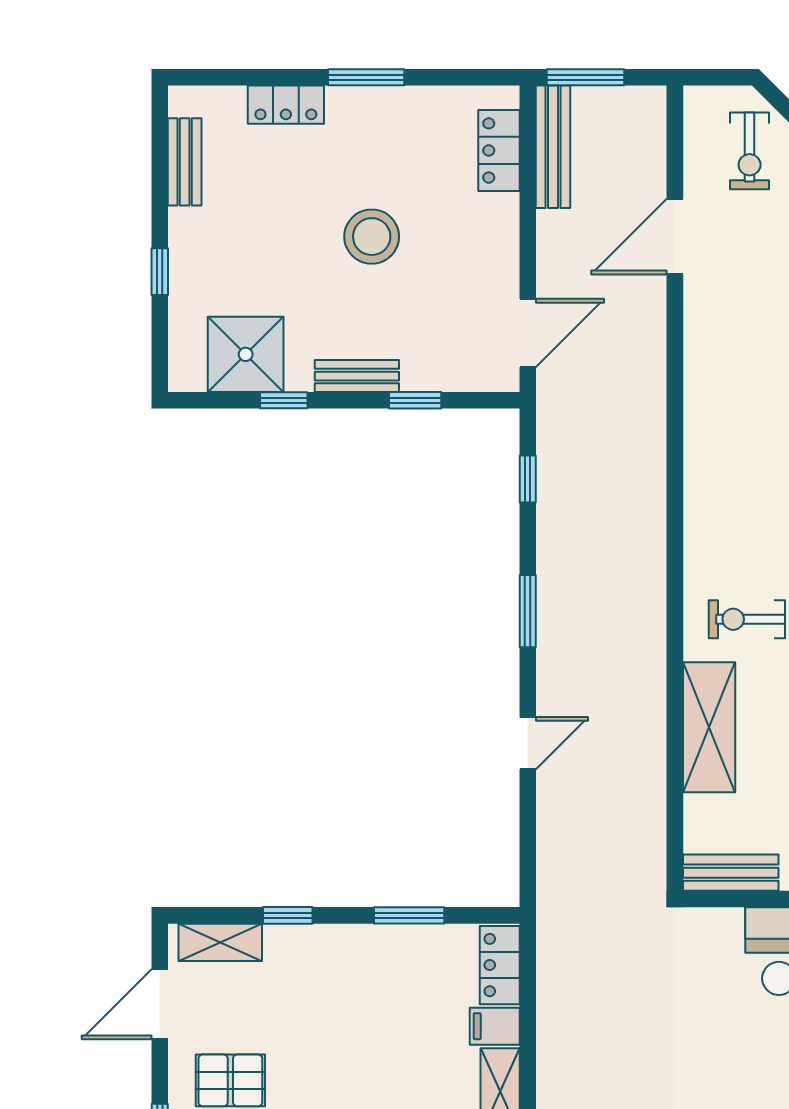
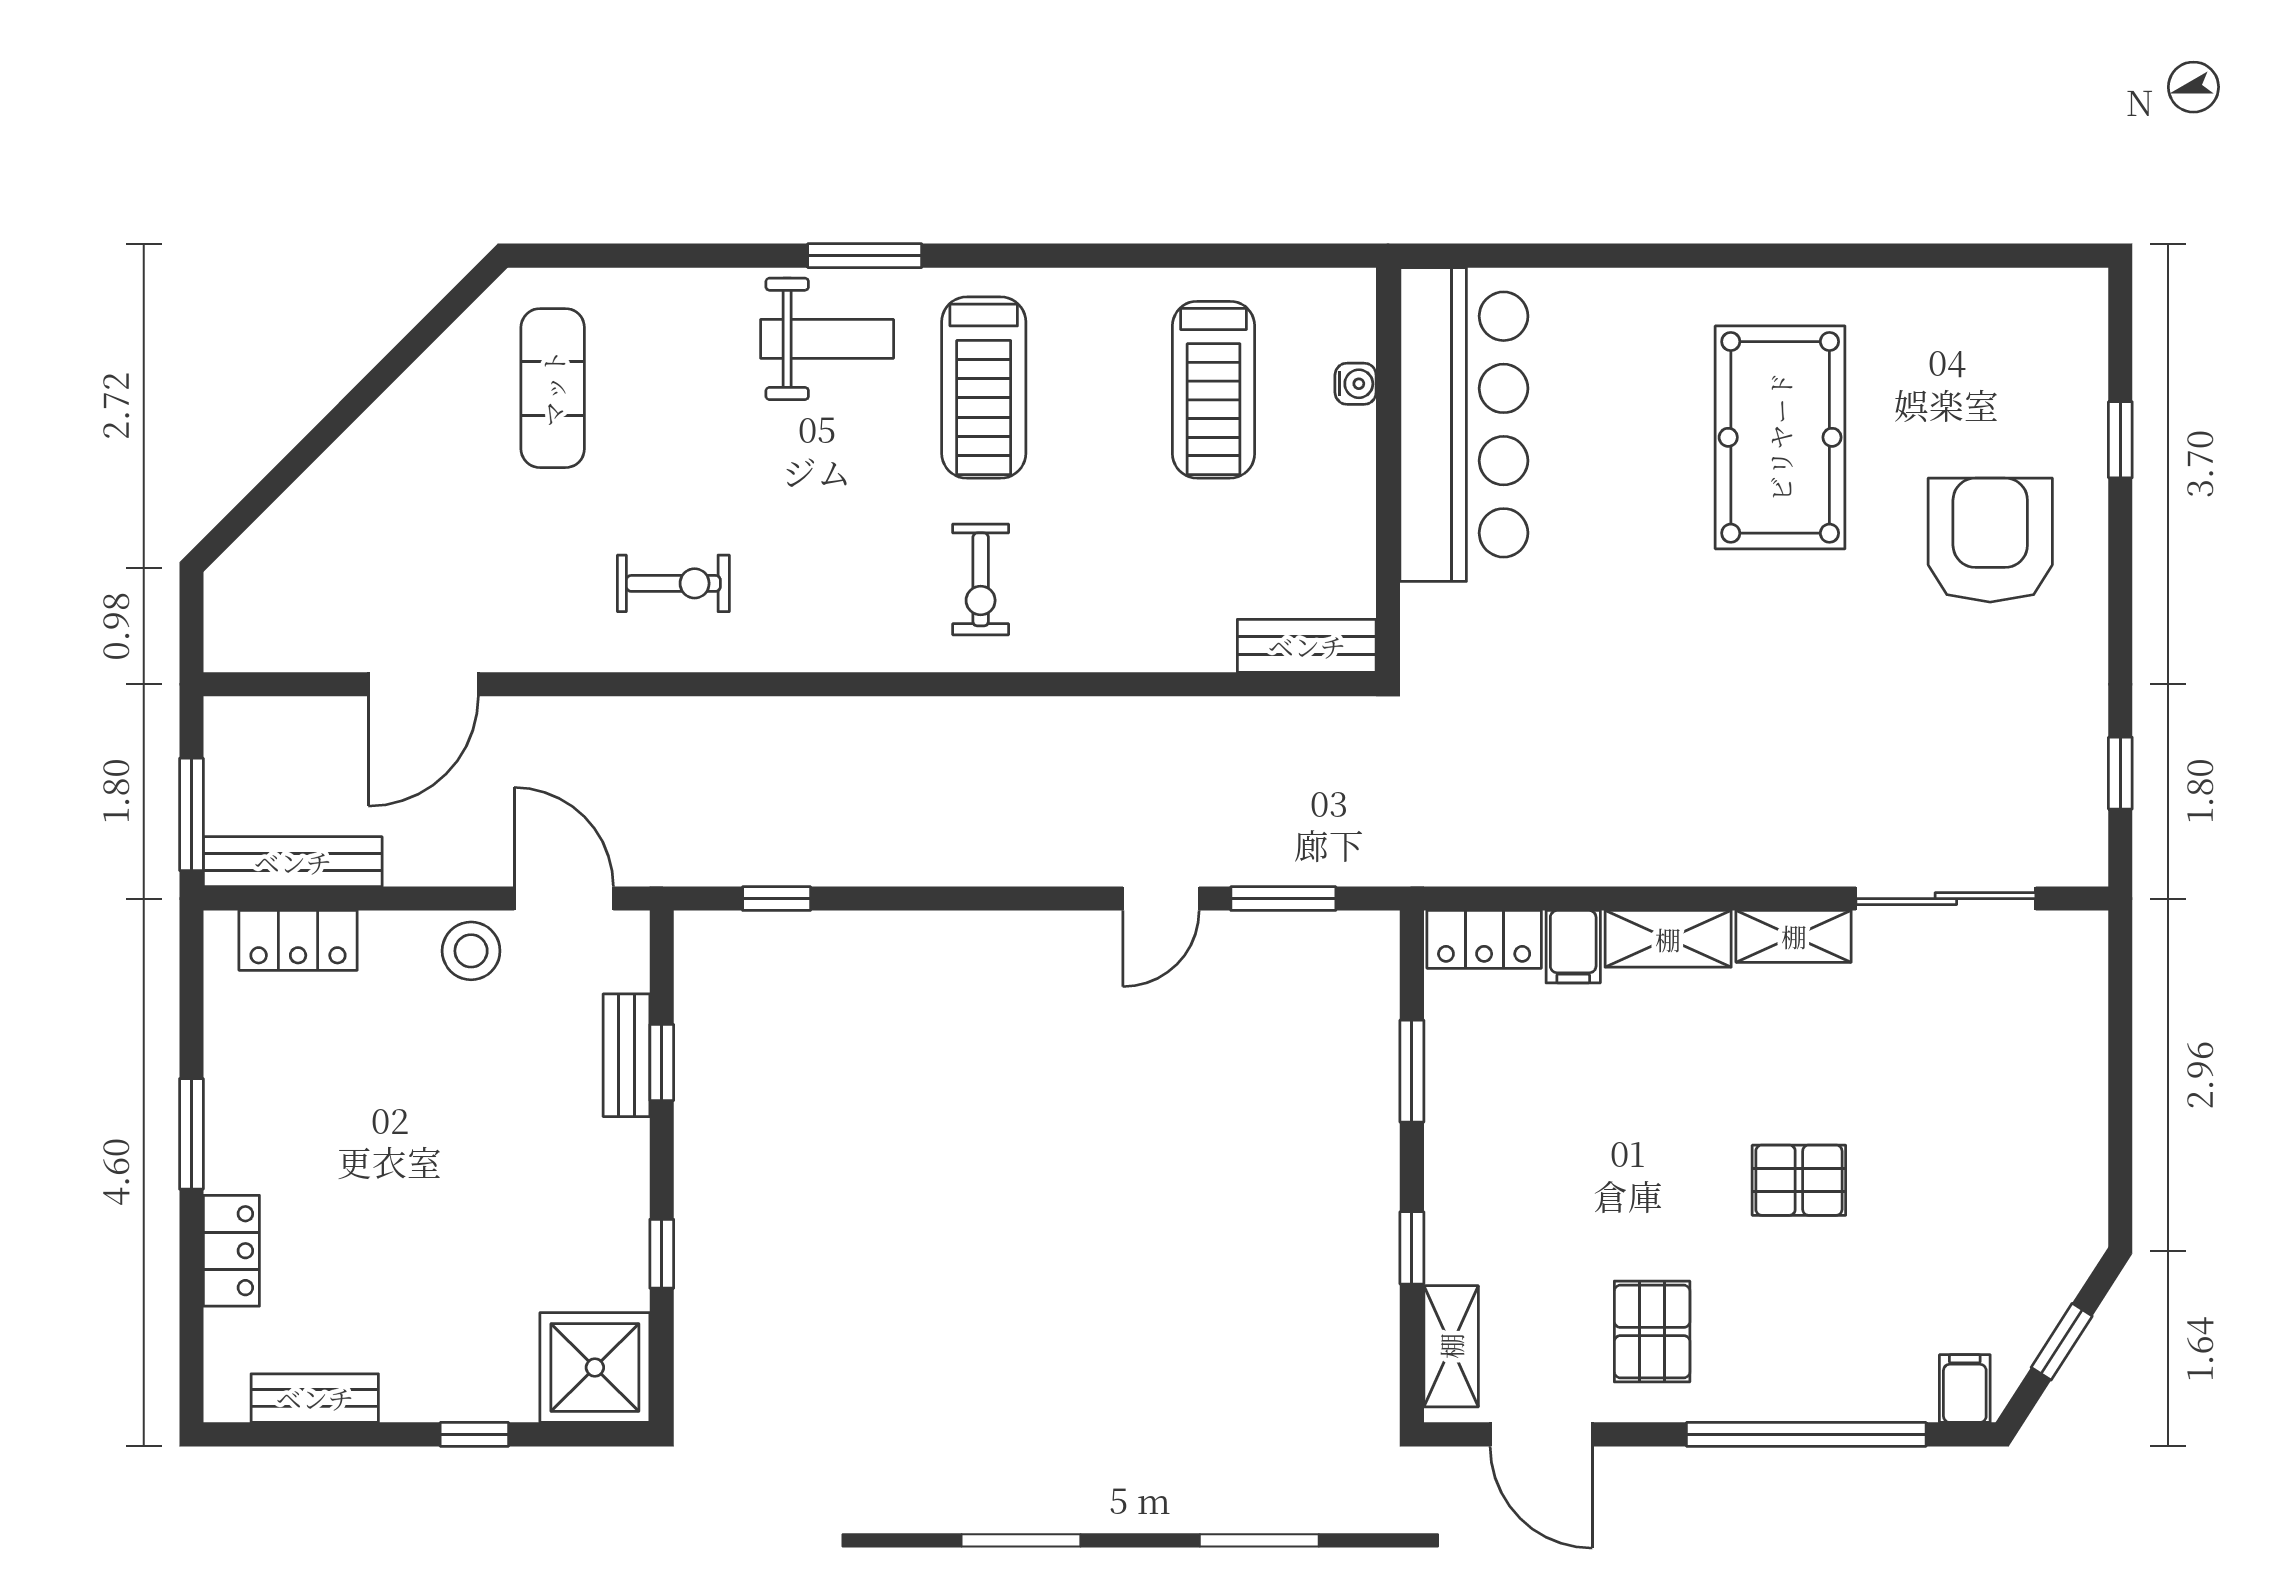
exercise bike: (750, 151) -> (673, 583), moved
stool: (372, 237) -> (471, 951), moved, width x0.73, depth x0.73
door: (675, 237) -> (423, 684), hinge flipped
shower: (246, 354) -> (595, 1368), moved
bench: (357, 376) -> (626, 1055), moved
window: (528, 611) -> (1283, 899), moved
shelving: (709, 727) -> (1138, 634), removed
door: (528, 743) -> (1161, 899), swing flipped
bench: (731, 873) -> (1307, 646), moved, turned 90

